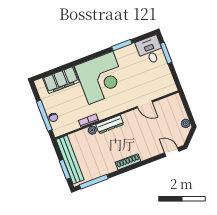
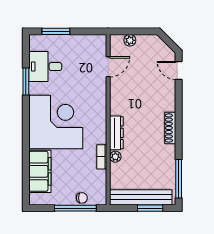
desk: (150, 50) -> (45, 67), moved
door: (145, 104) -> (108, 67), moved
plant: (186, 123) -> (130, 40), moved
door: (172, 152) -> (179, 70), hinge flipped

